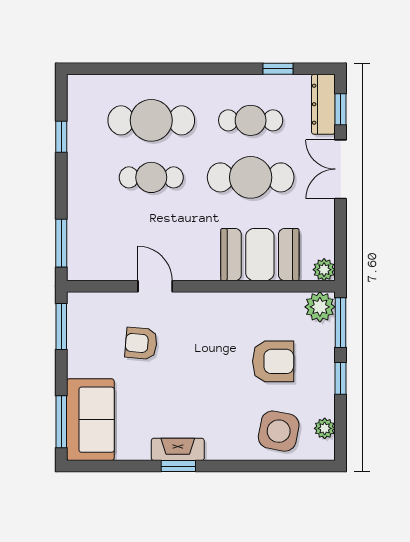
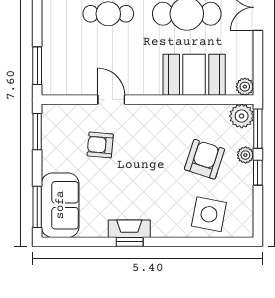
armchair: (273, 361) -> (205, 159), turned -72
plant: (325, 428) -> (245, 155), moved

